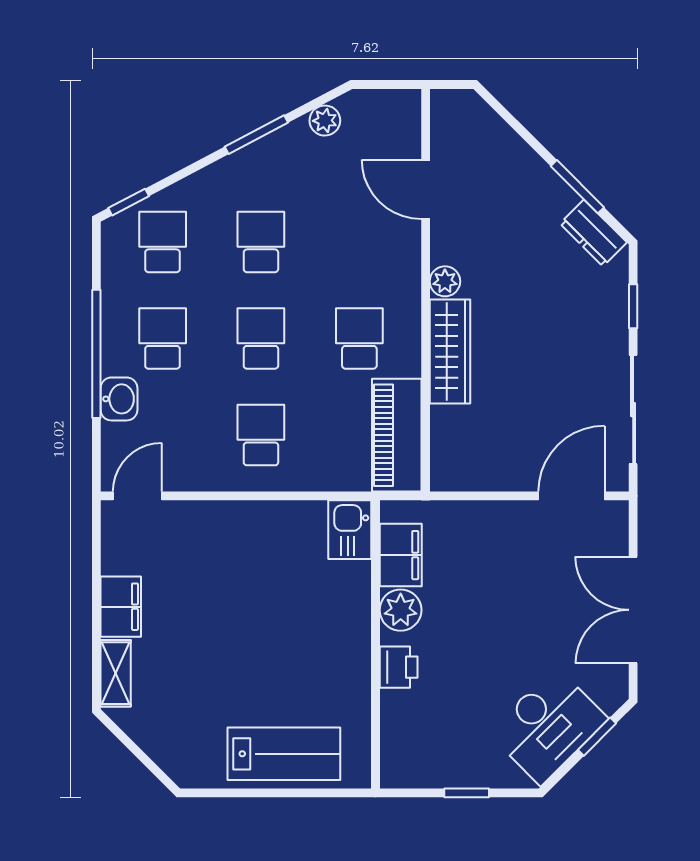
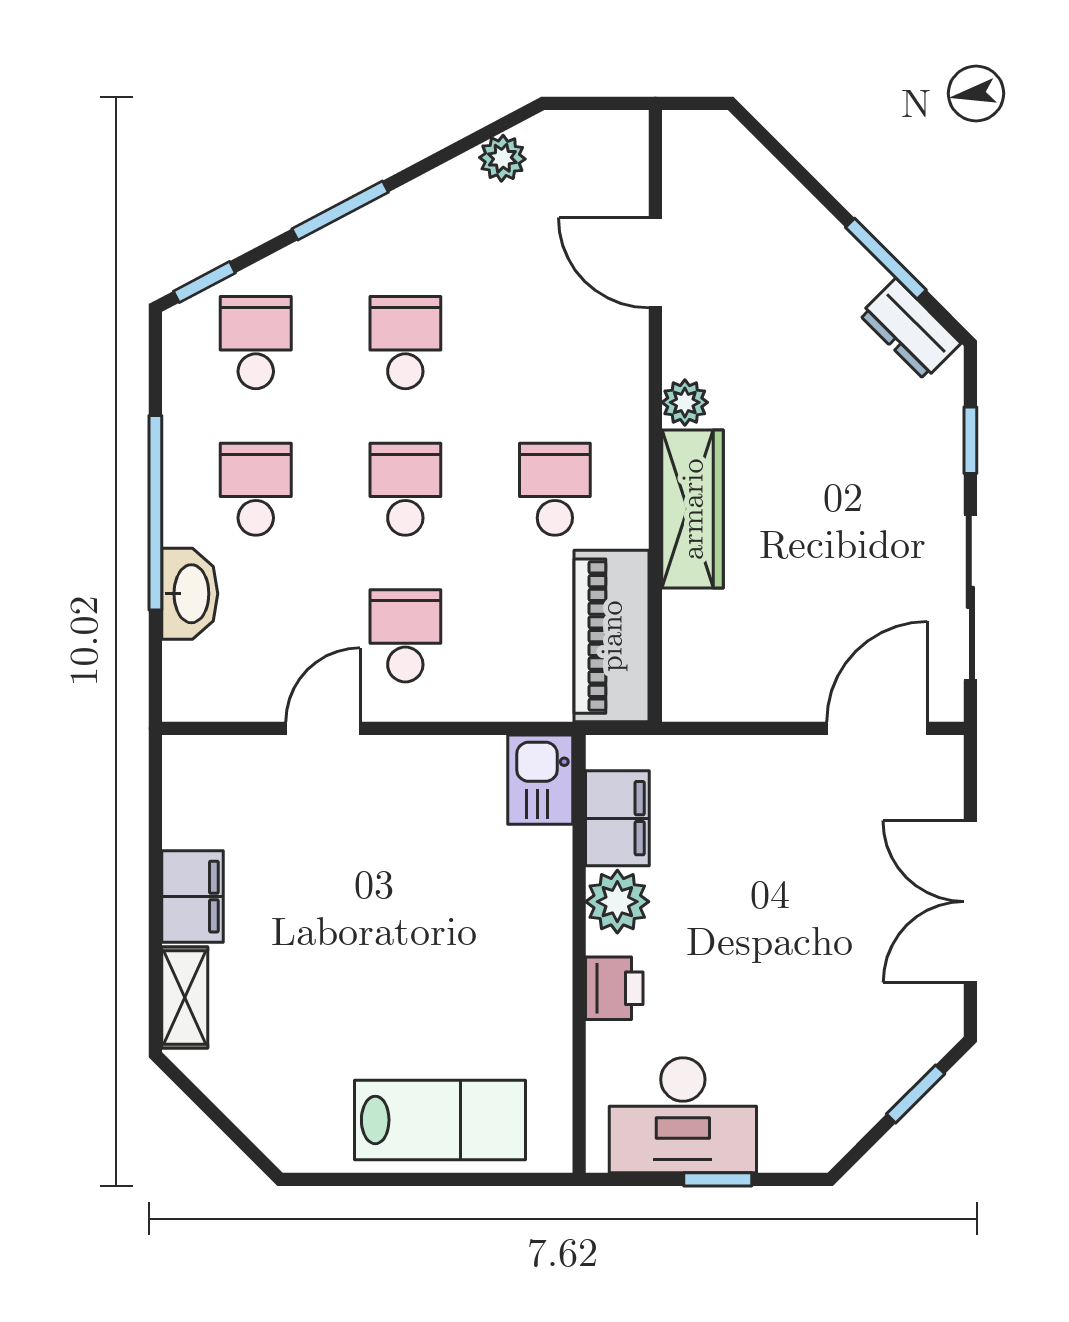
window: (256, 135) -> (340, 210), moved
washbasin: (119, 399) -> (190, 594), width x1.38
door: (137, 496) -> (323, 728), moved
desk: (548, 726) -> (683, 1115), moved, turned 45

